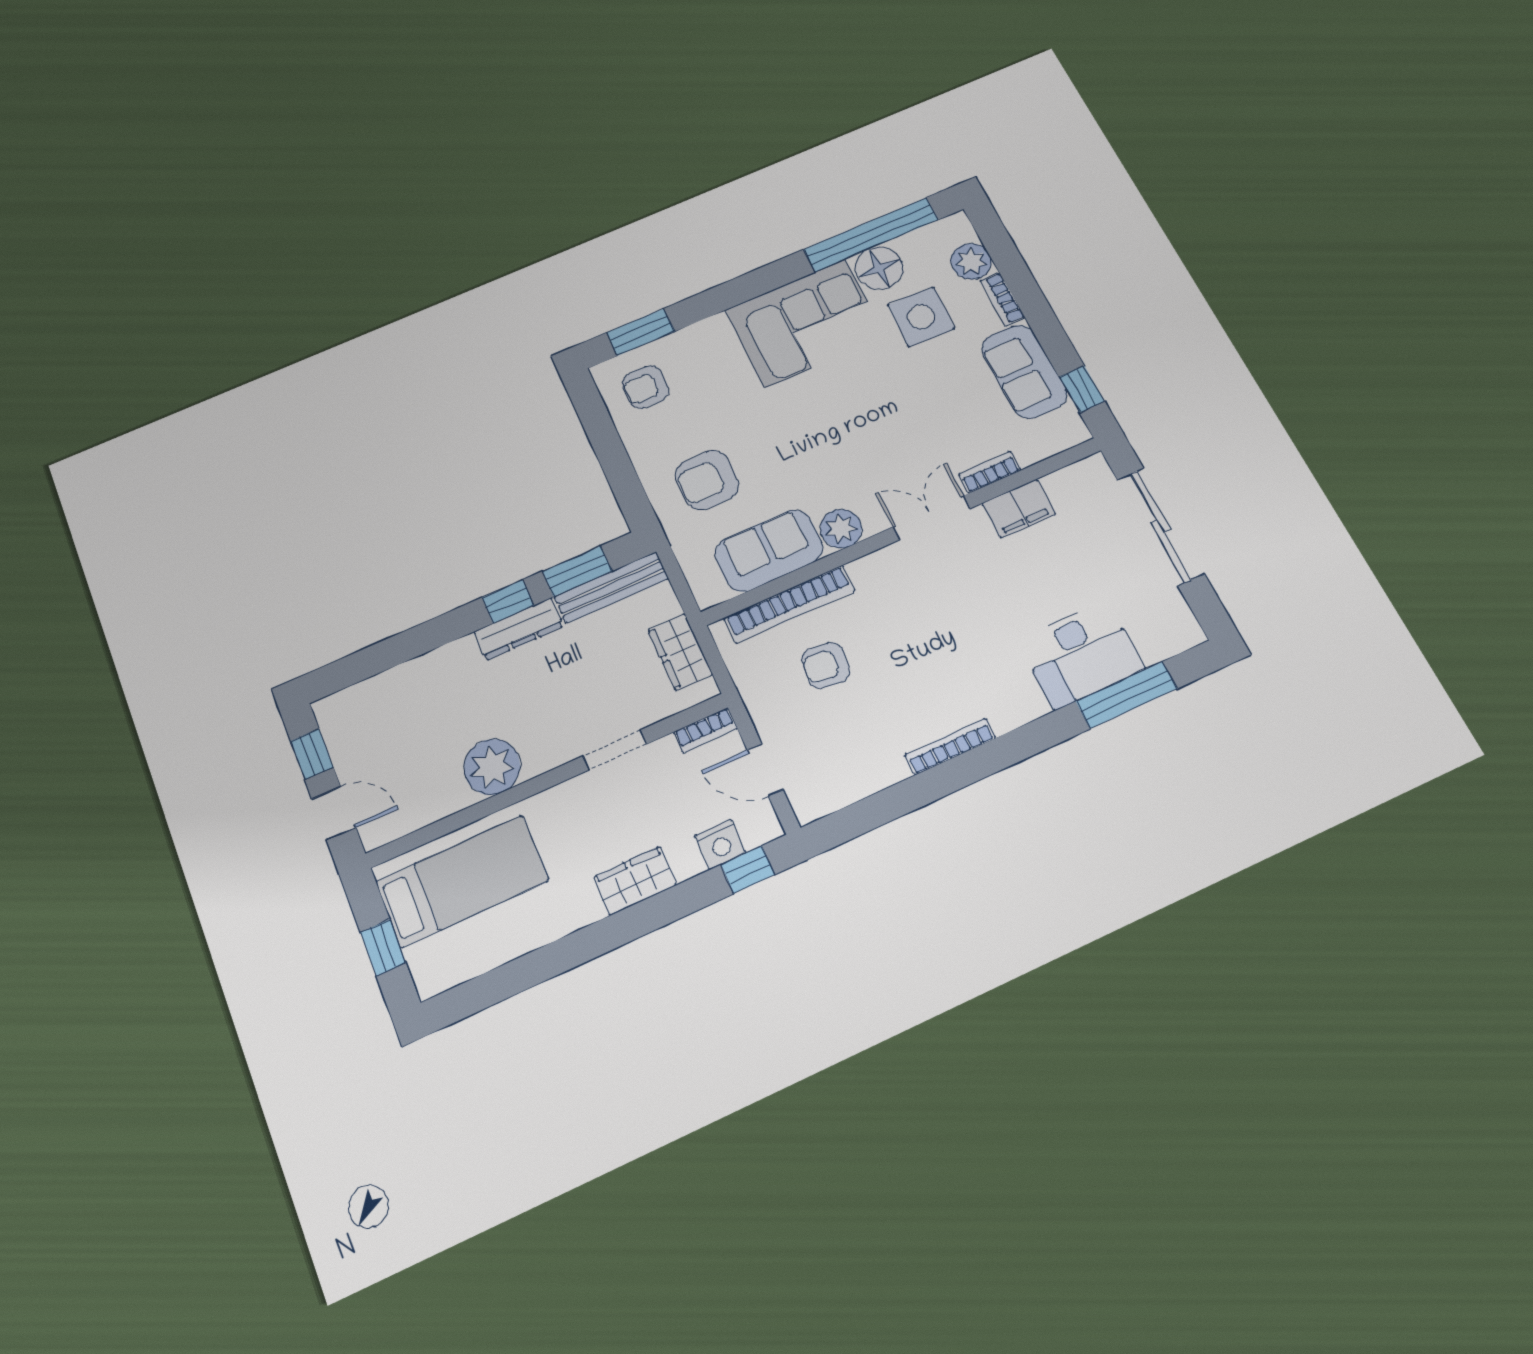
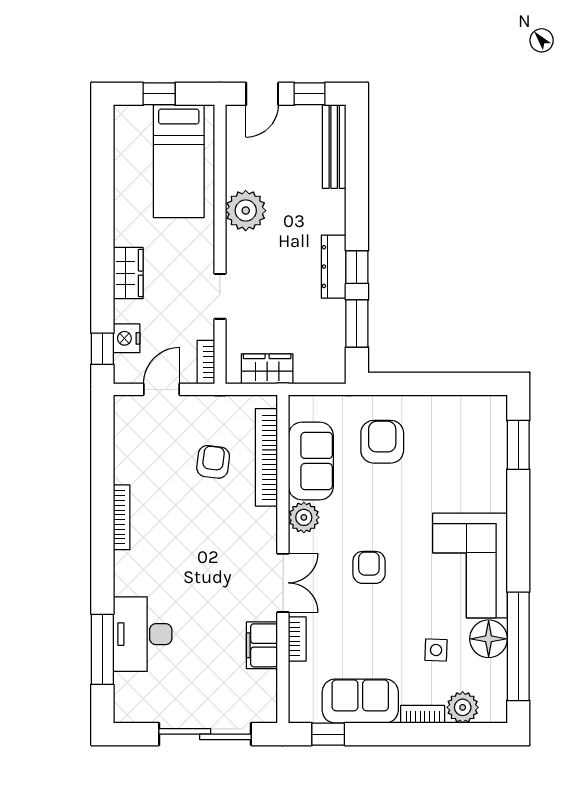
side table: (921, 317) -> (436, 650), width x0.54, depth x0.54
armchair: (646, 387) -> (369, 567), moved
bench: (611, 587) -> (334, 146), moved

